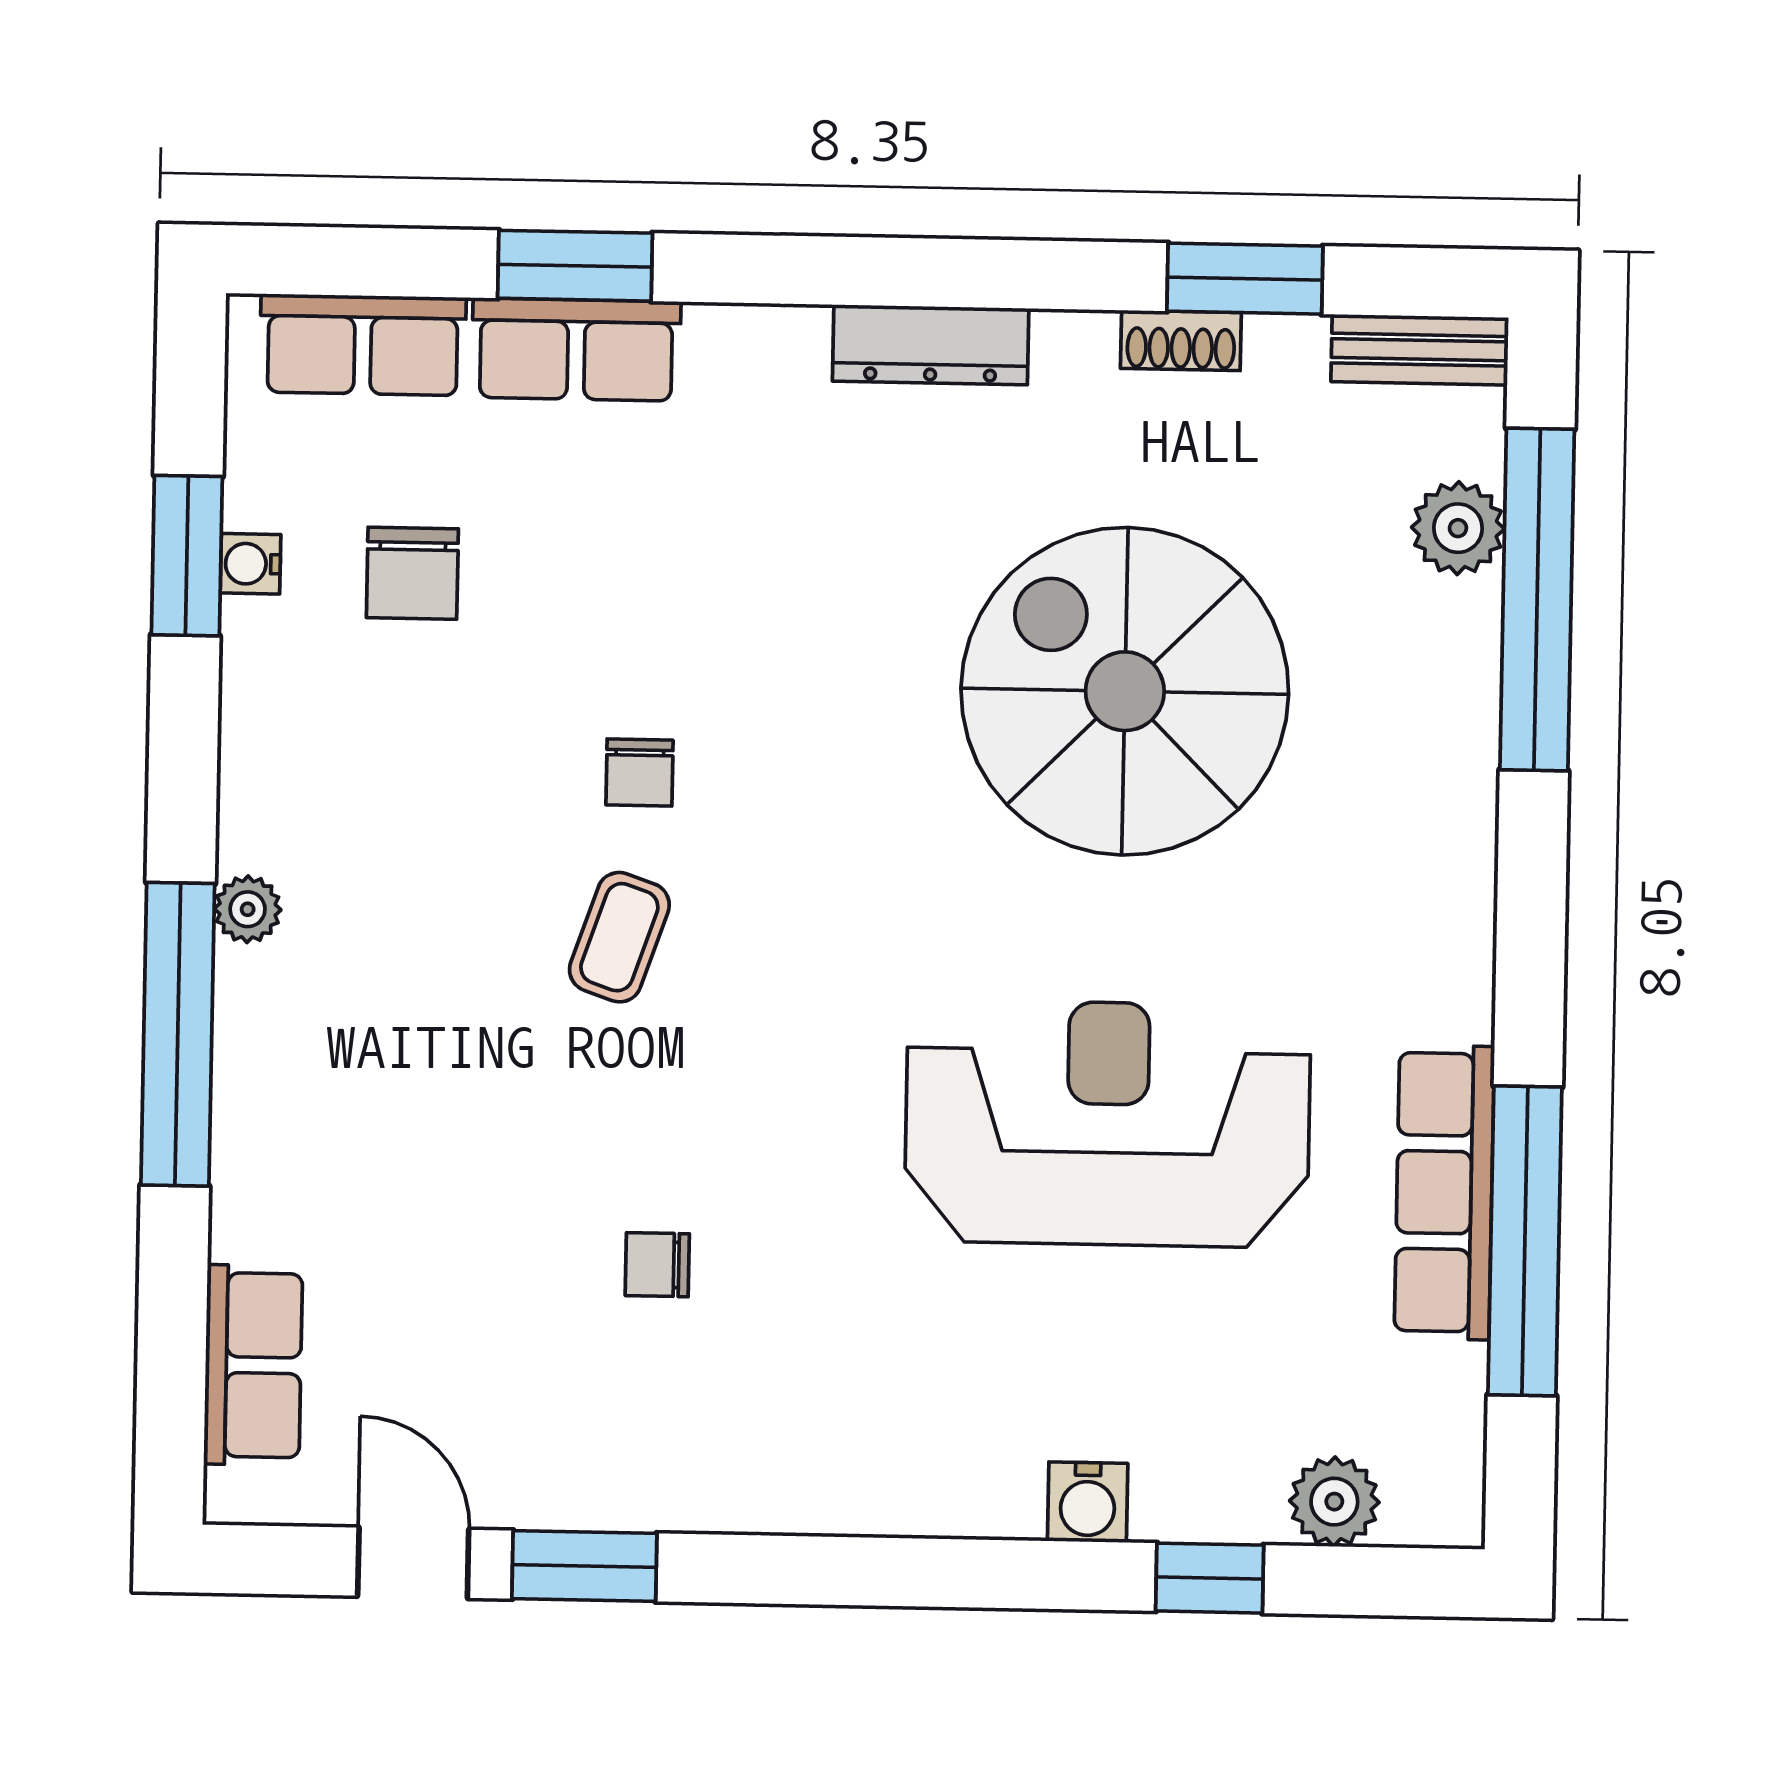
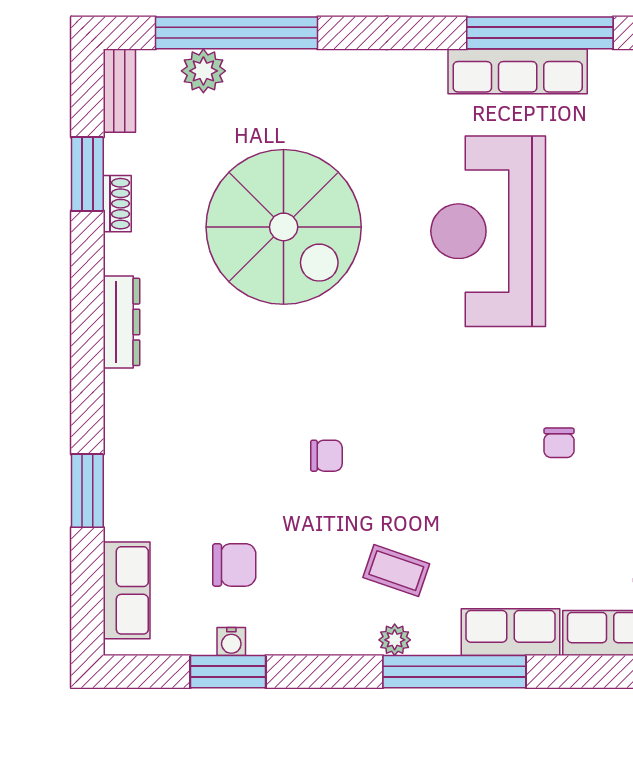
row of seats: (576, 349) -> (511, 632), moved, turned -90
spiral stairs: (1125, 691) -> (284, 227), turned -90
coffee table: (619, 937) -> (396, 571), moved

